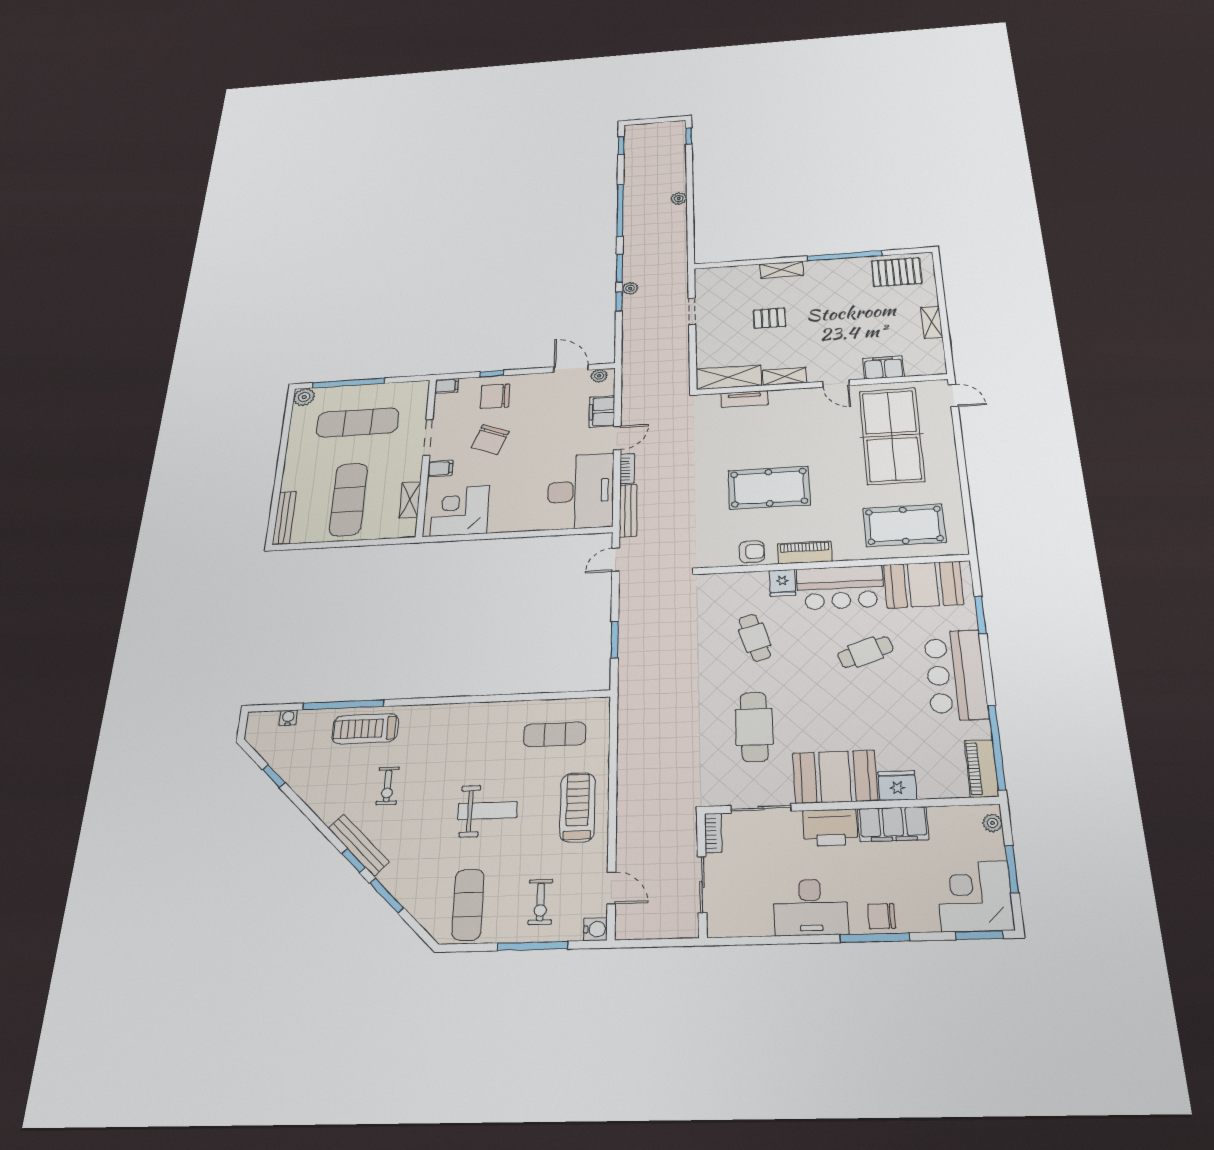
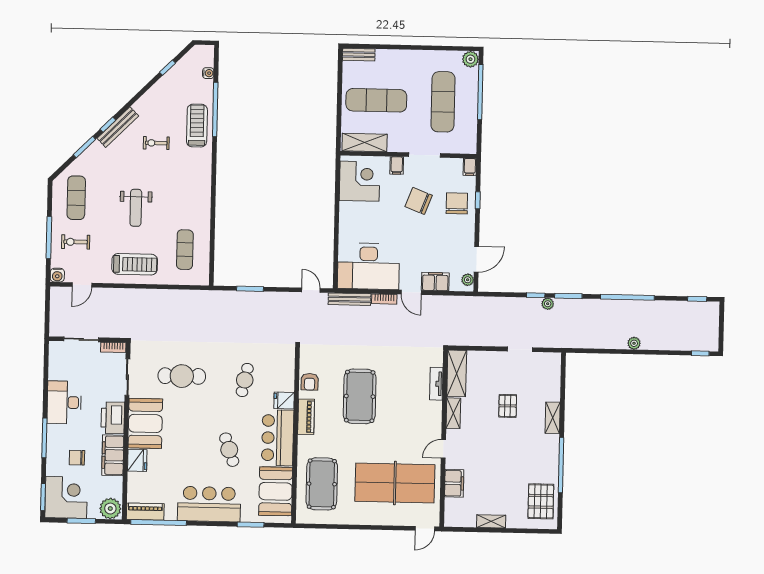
shelving: (410, 500) -> (365, 143), width x1.50, depth x1.33
bench: (284, 518) -> (359, 55), width x0.73
cafe table: (755, 638) -> (245, 380), turned -62
plant: (992, 823) -> (110, 509), width x1.87, depth x1.87
exercise mat: (468, 905) -> (76, 198), turned 90
chair: (882, 916) -> (77, 458), moved, turned -90

